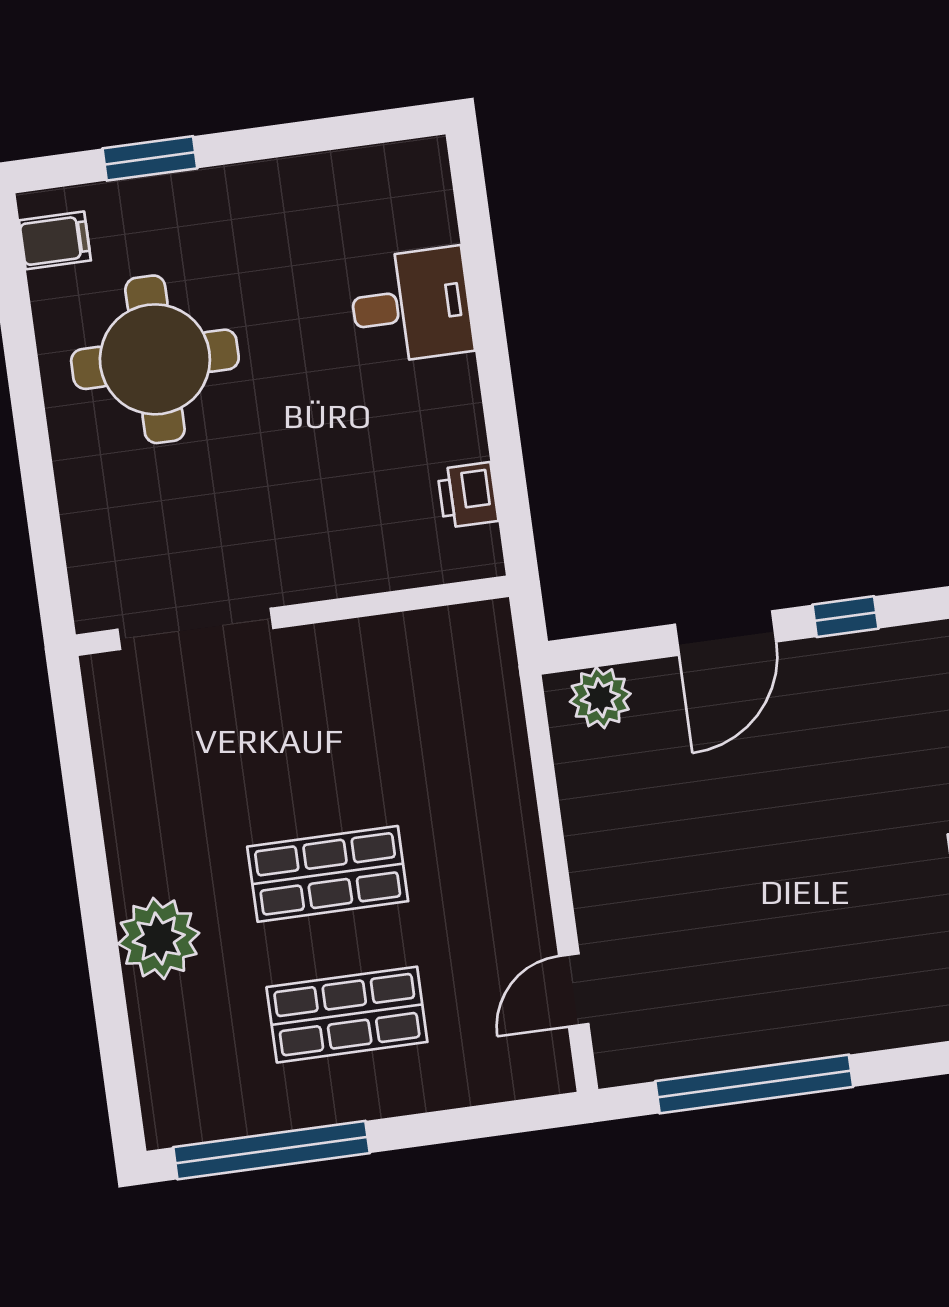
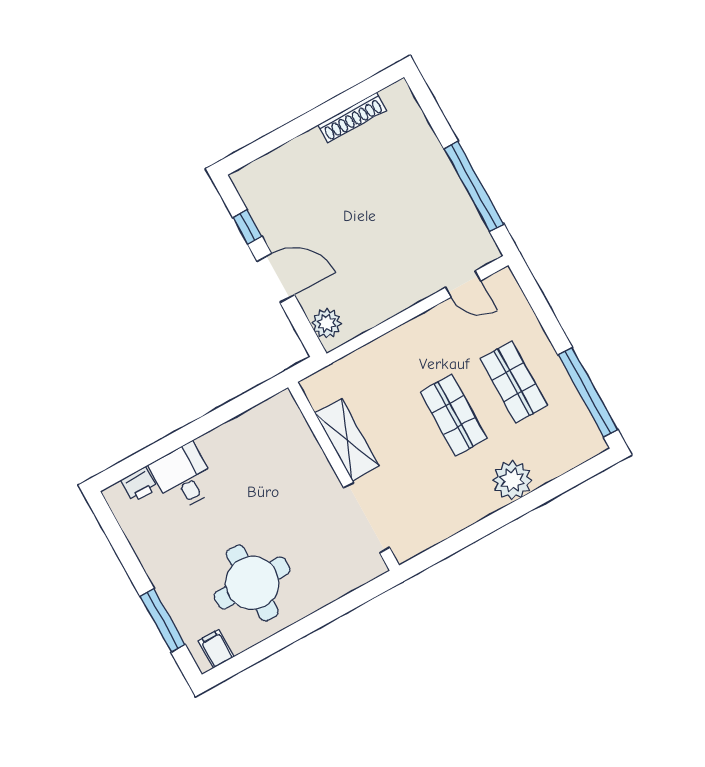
window: (150, 158) -> (163, 620), width x1.44
printer: (468, 495) -> (139, 485), moved
shelving: (361, 650) -> (347, 440), added

